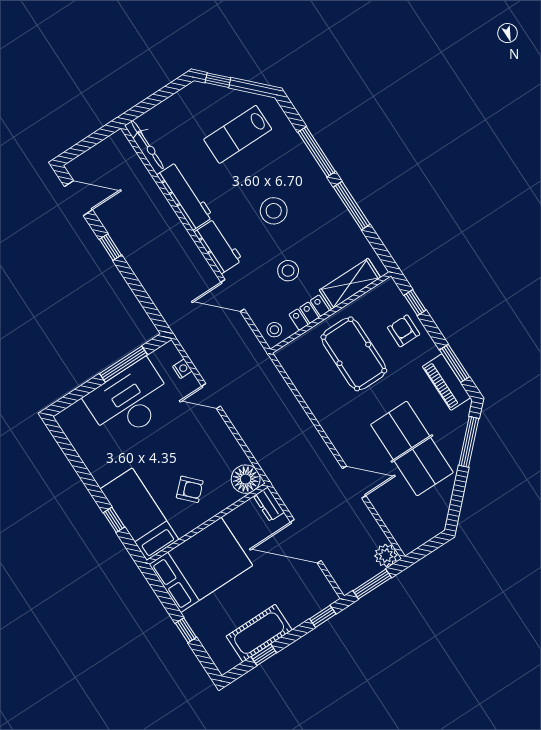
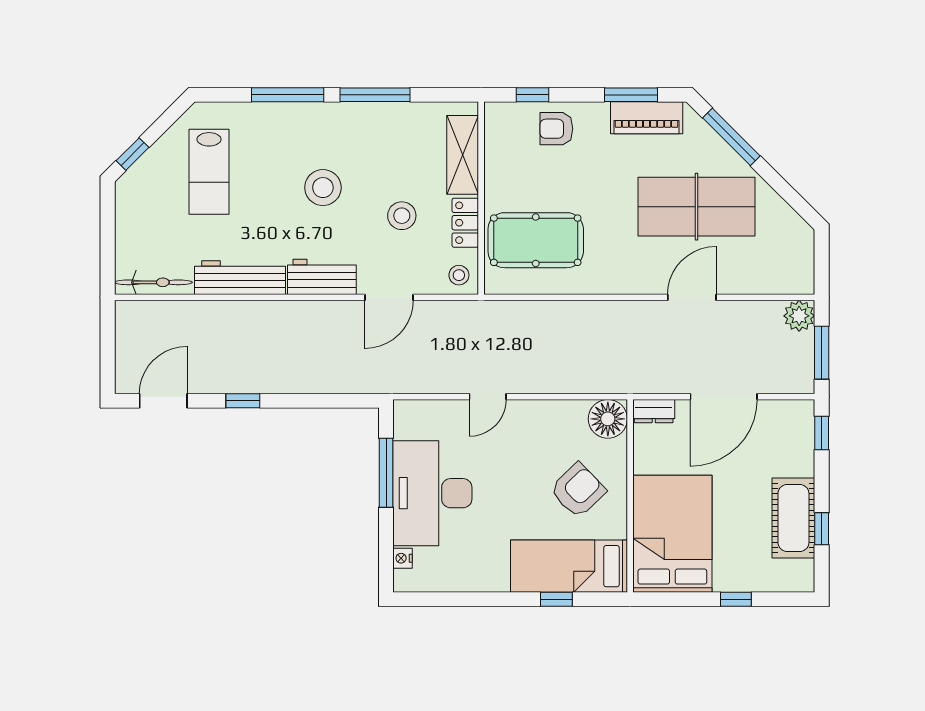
pool table: (354, 354) -> (536, 240), moved
nightstand: (182, 369) -> (403, 558), moved, turned -90
armchair: (190, 489) -> (578, 490), width x1.38, depth x1.38

